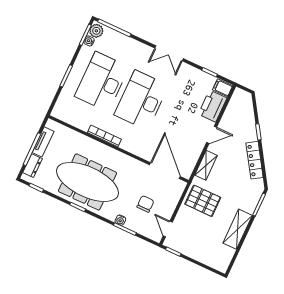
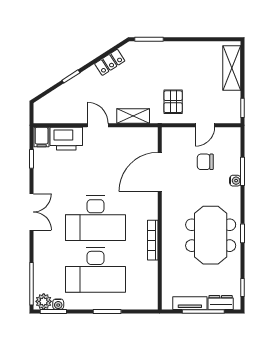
locker: (255, 160) -> (110, 62), width x0.66
door: (165, 171) -> (160, 172), moved
meeting table: (87, 182) -> (211, 235), width x0.73
pallet: (203, 201) -> (173, 102), width x0.67, depth x0.71
door: (168, 229) -> (205, 125), moved
shelving: (238, 229) -> (232, 68), moved, turned 90

